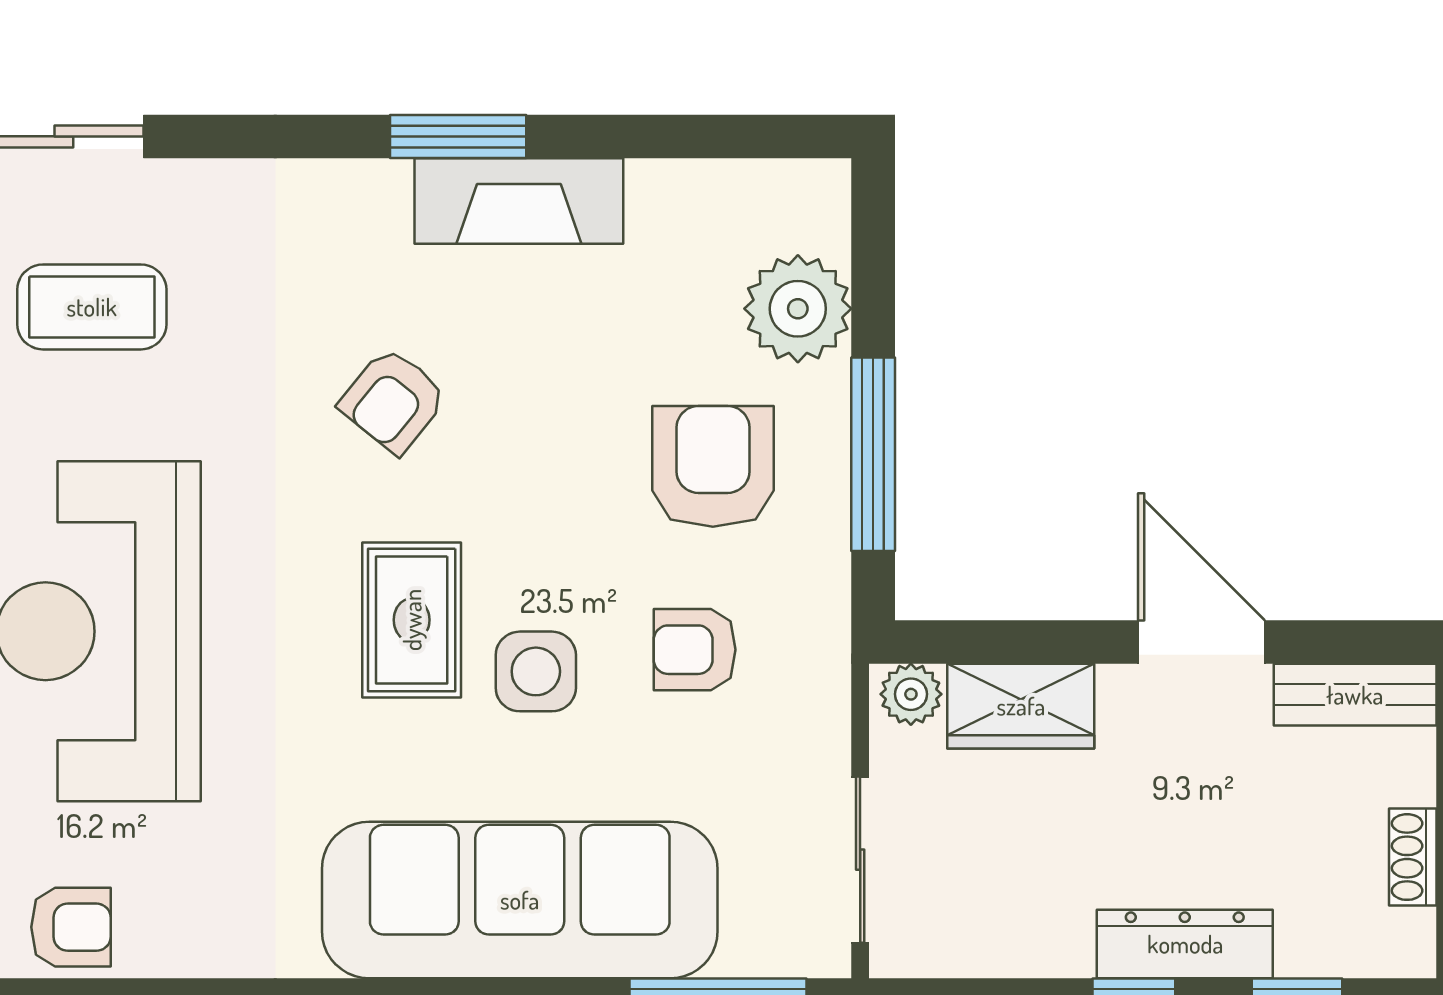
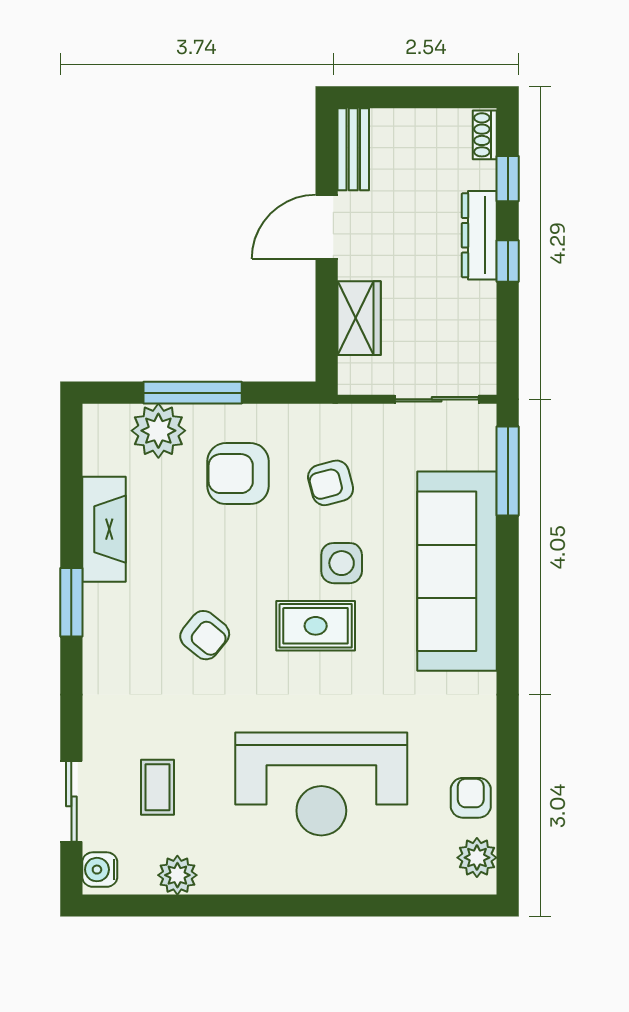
fireplace: (519, 201) -> (104, 529), moved
coffee table: (92, 307) -> (157, 787), width x0.73, depth x0.77
window: (873, 454) -> (193, 393), moved
armchair: (695, 650) -> (331, 483), turned 75
plant: (911, 694) -> (353, 374), removed
shoe rack: (1413, 857) -> (485, 135), moved, turned 90

